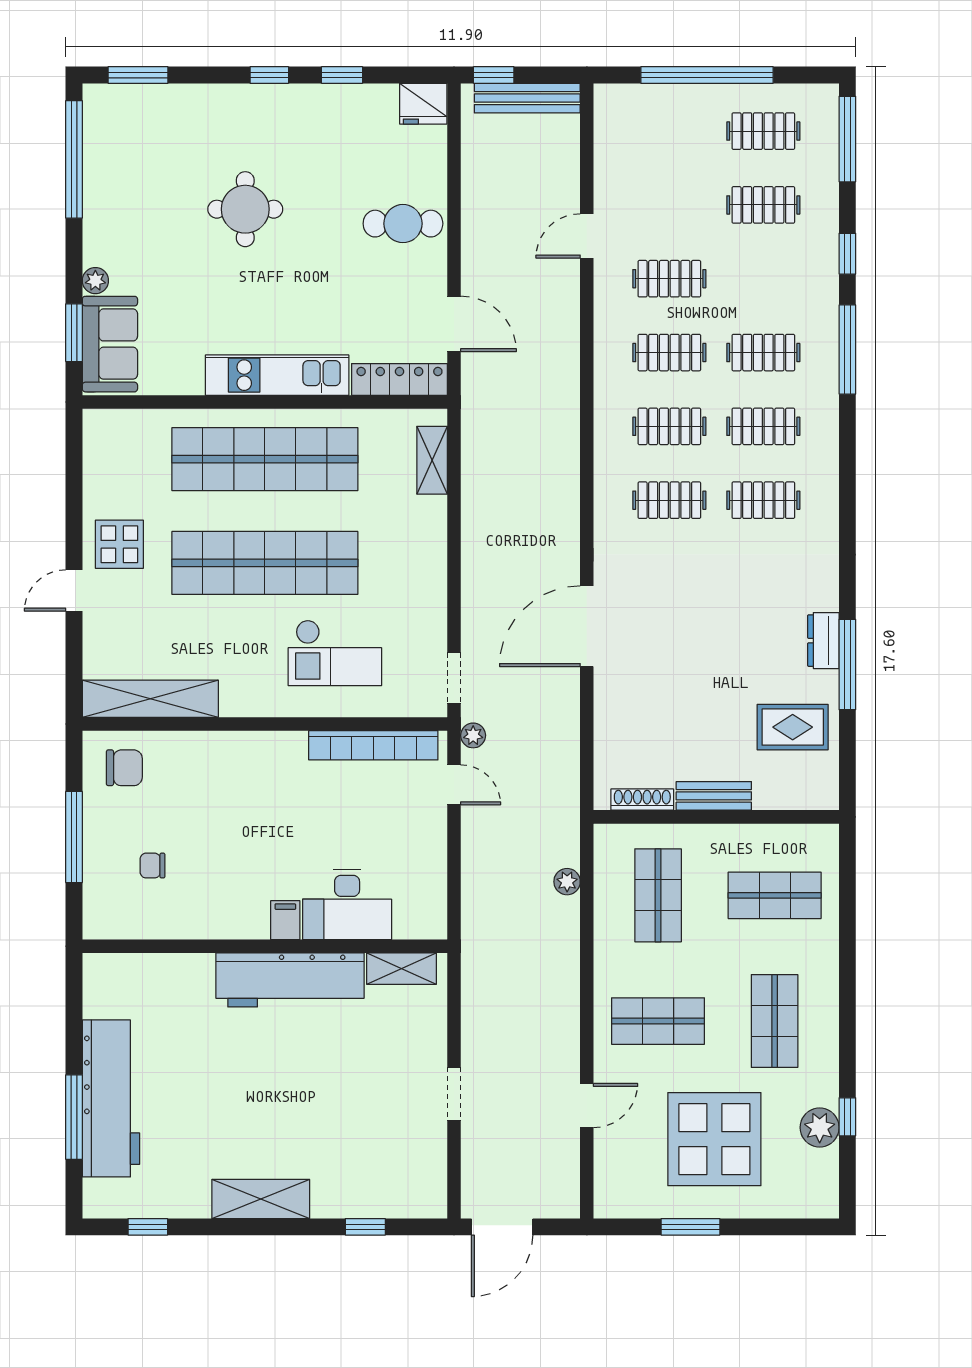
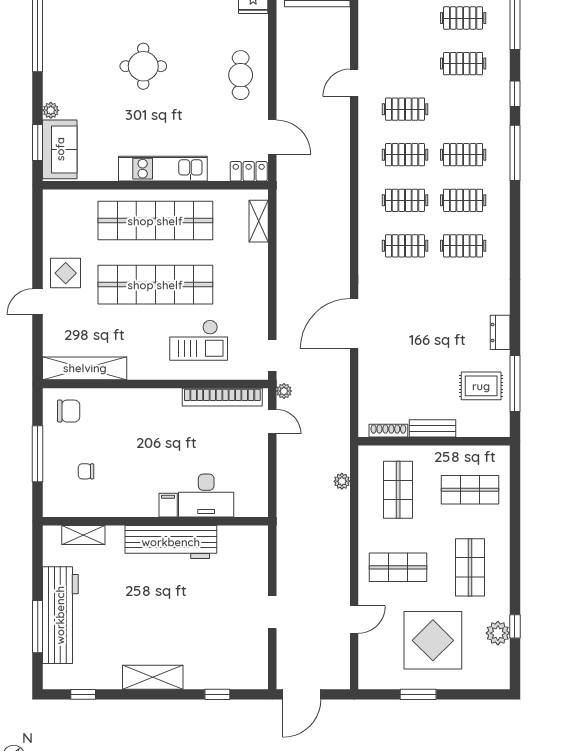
cafe table: (403, 224) -> (241, 75), turned 90
locker: (399, 379) -> (249, 171), width x0.66
window: (847, 665) -> (515, 383), moved
shelving: (402, 969) -> (83, 535), moved

